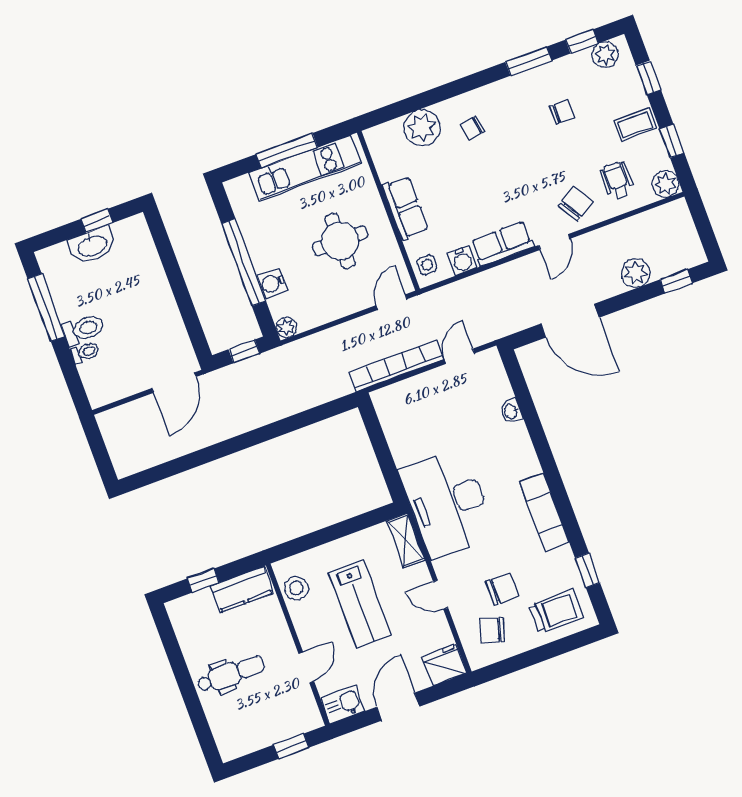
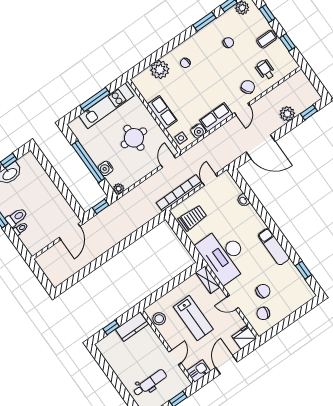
plant: (665, 184) -> (290, 65), removed
trolley: (556, 611) -> (193, 218), moved
dental chair: (231, 674) -> (150, 383), moved

